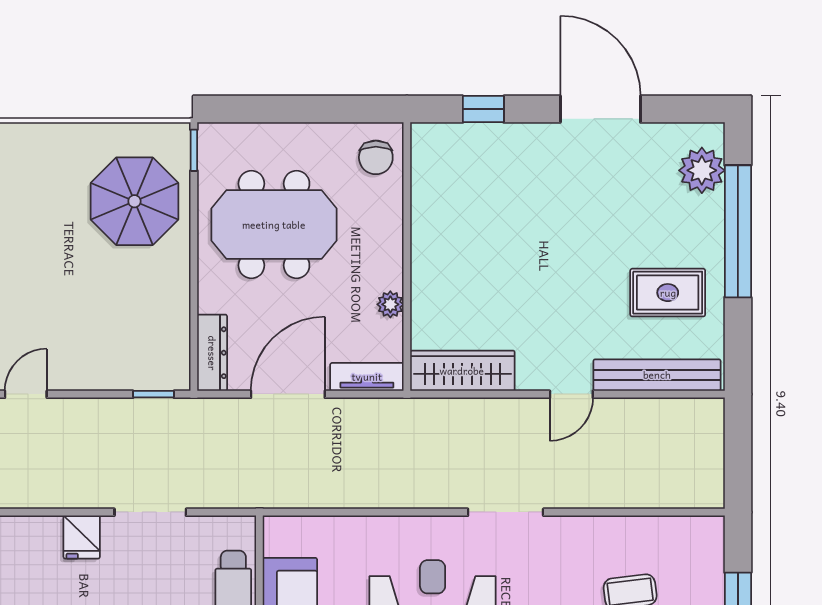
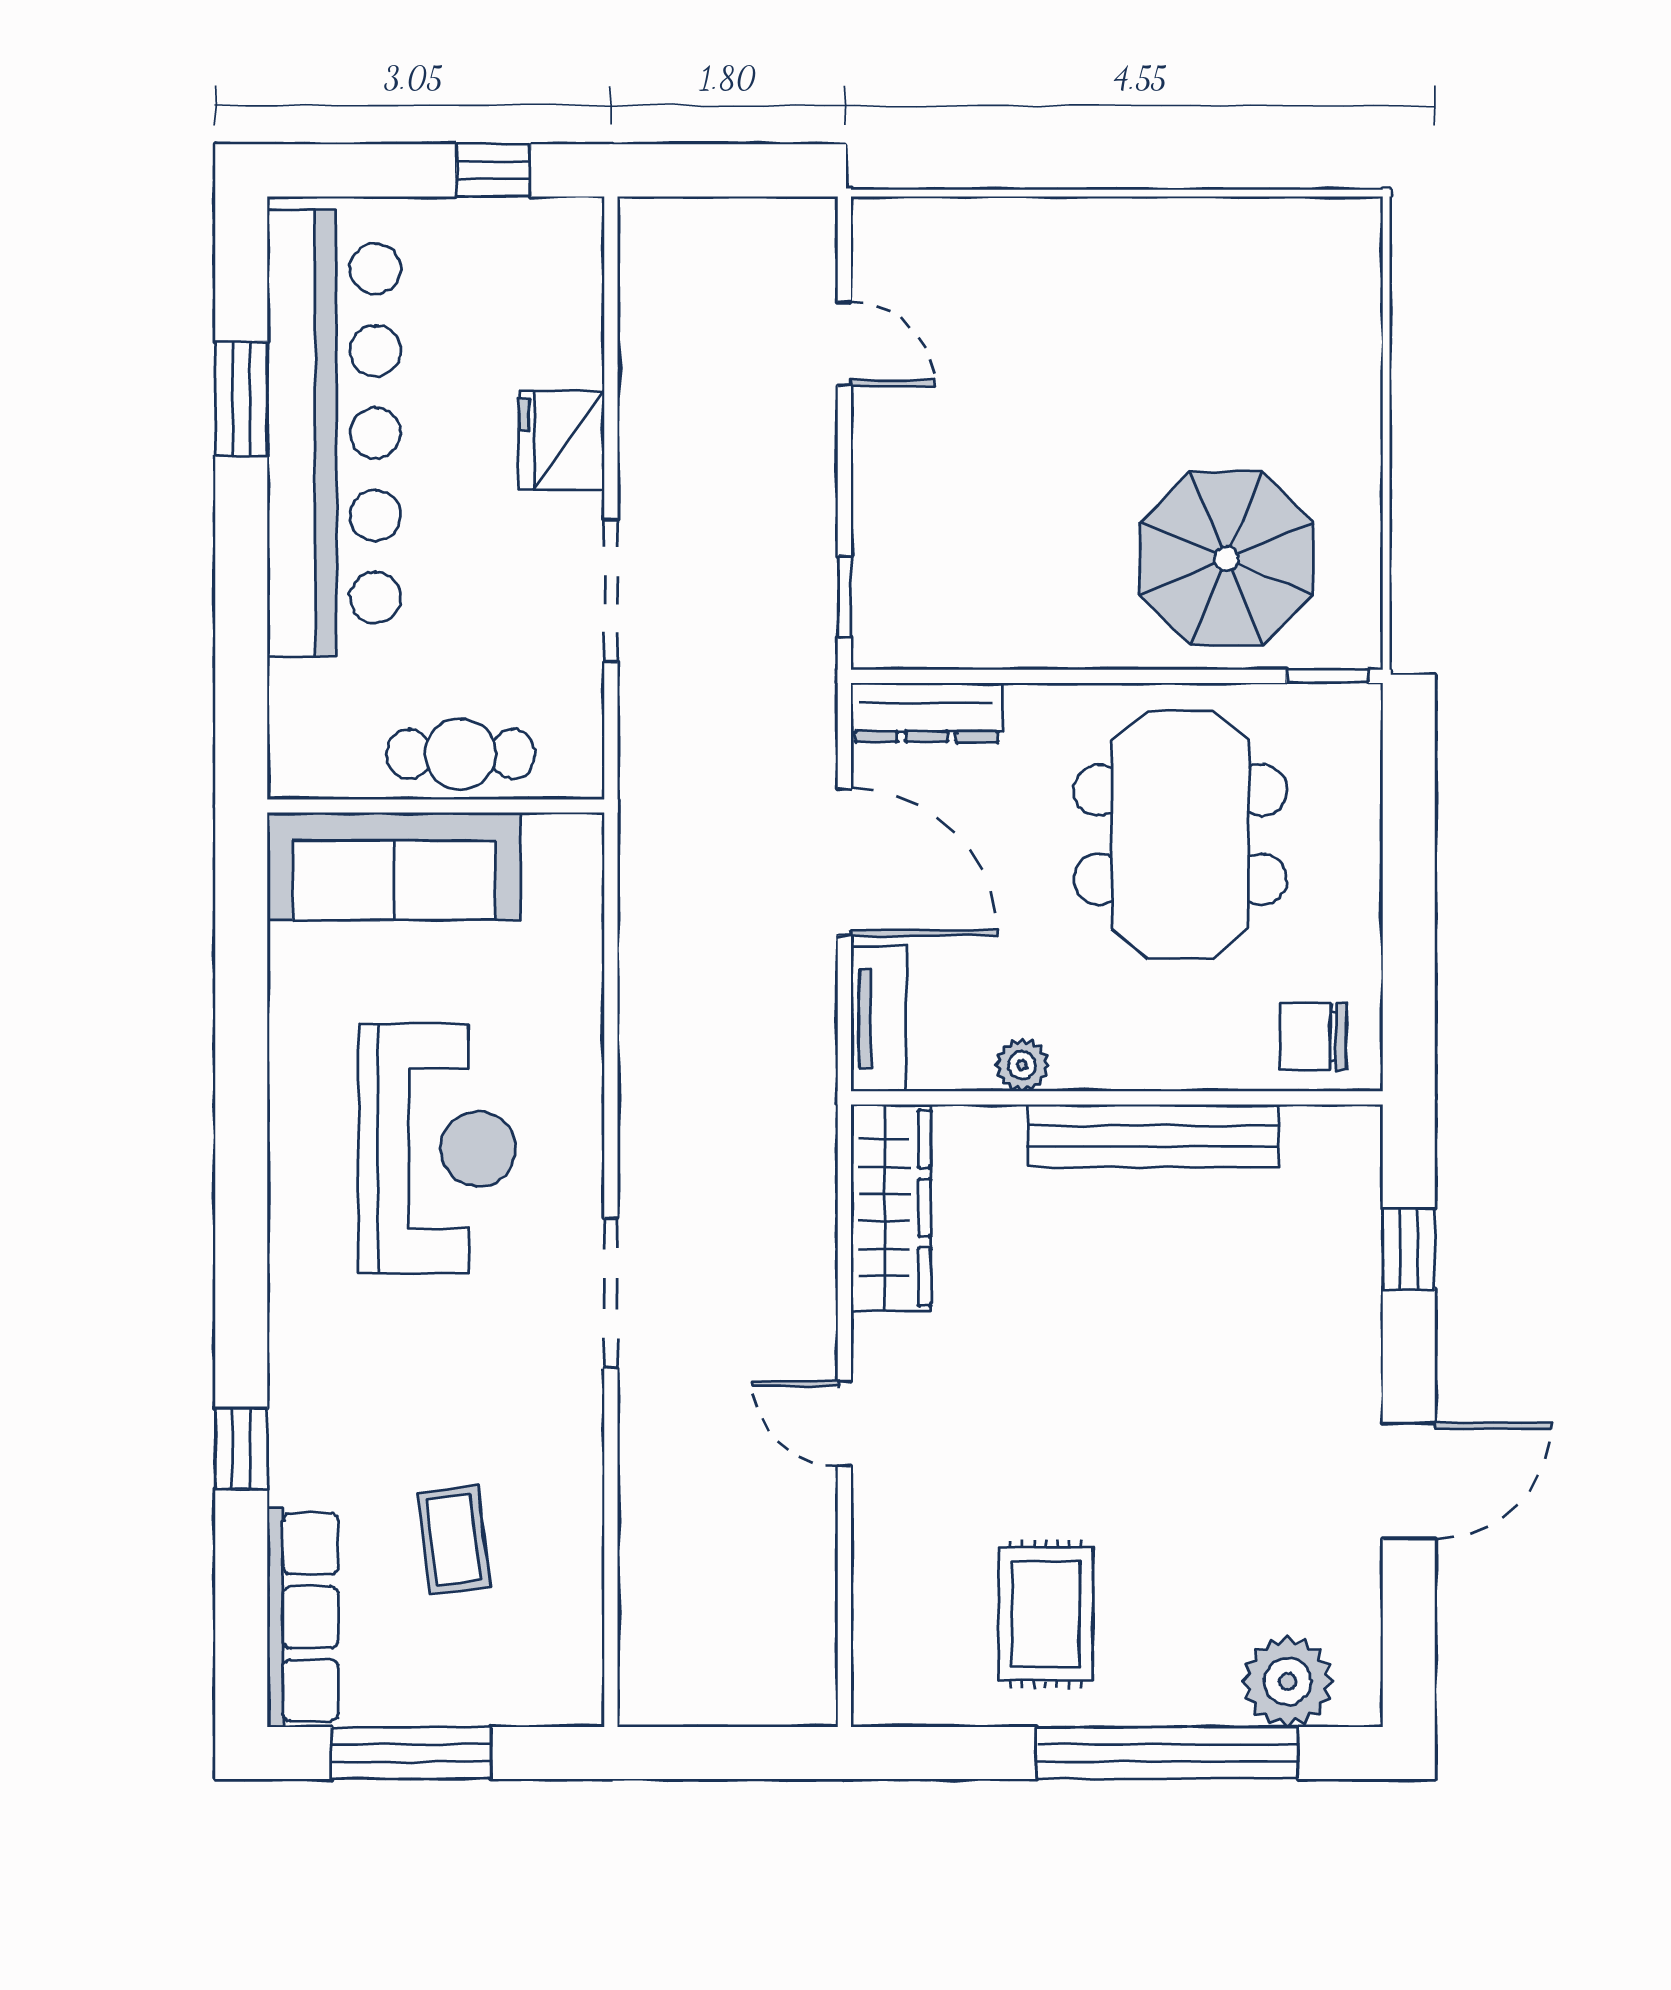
door: (600, 109) -> (1409, 1481), width x0.73
bench: (657, 375) -> (1153, 1136), moved, turned 90
fridge: (82, 537) -> (562, 440), width x1.38

